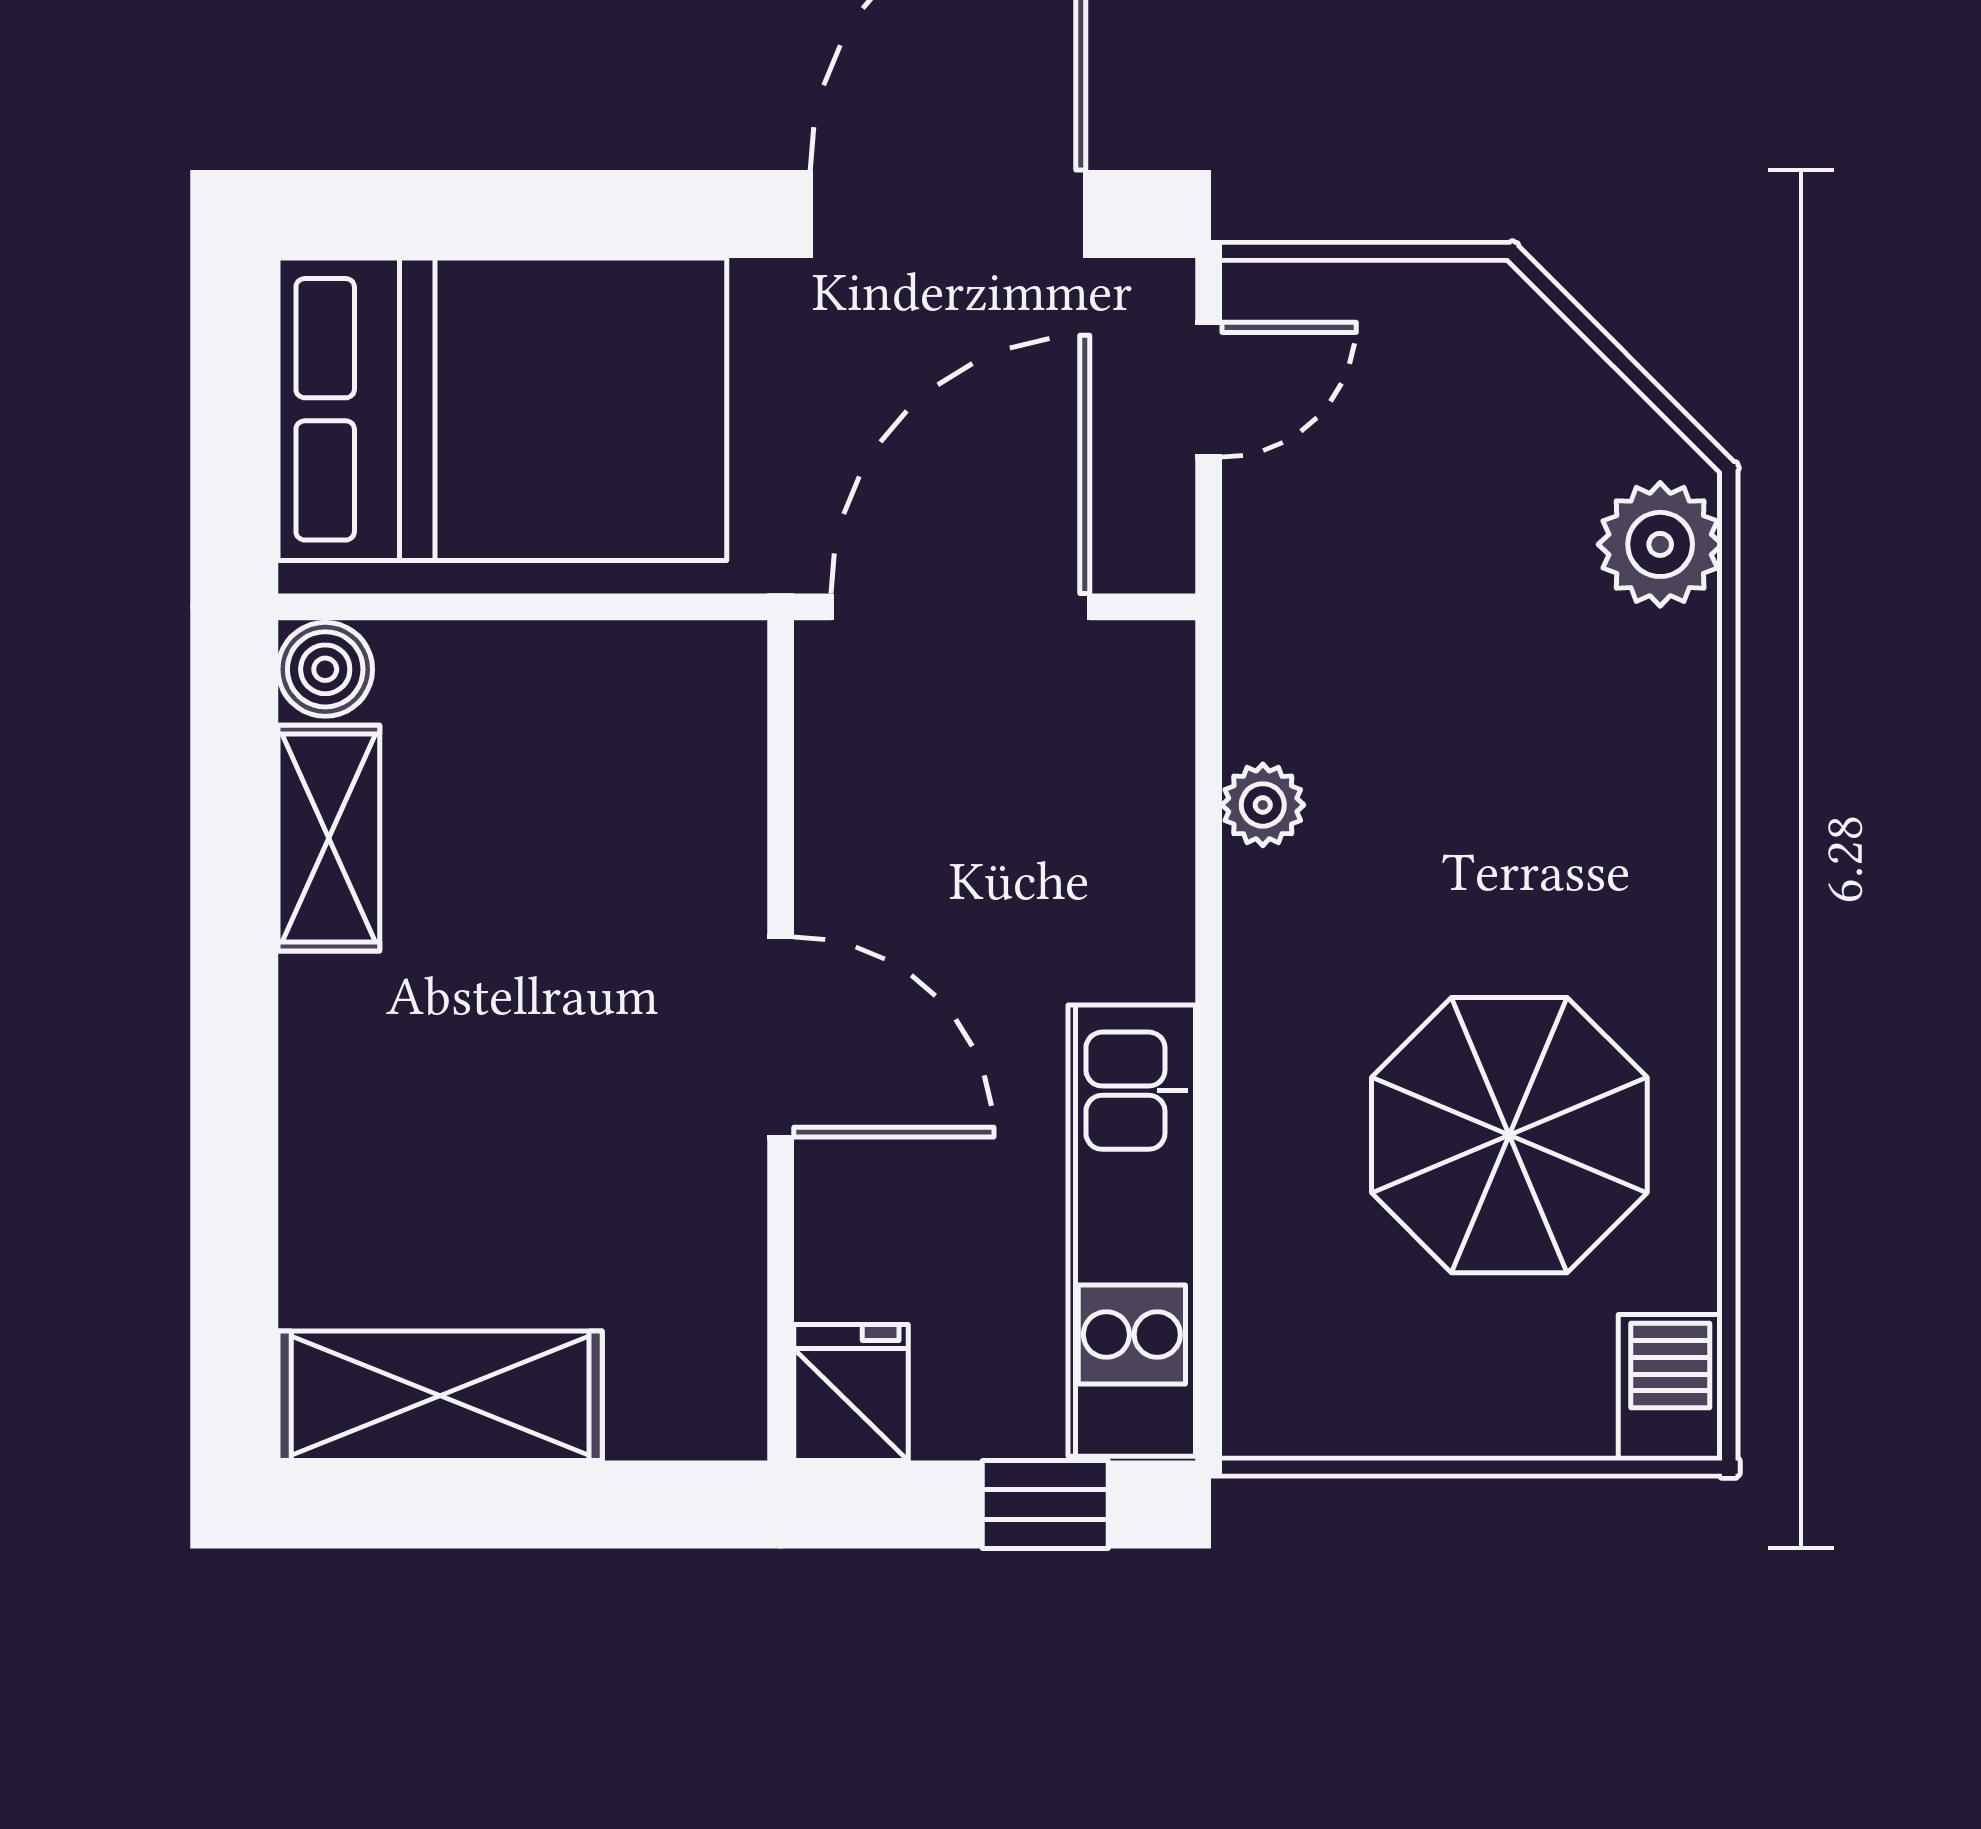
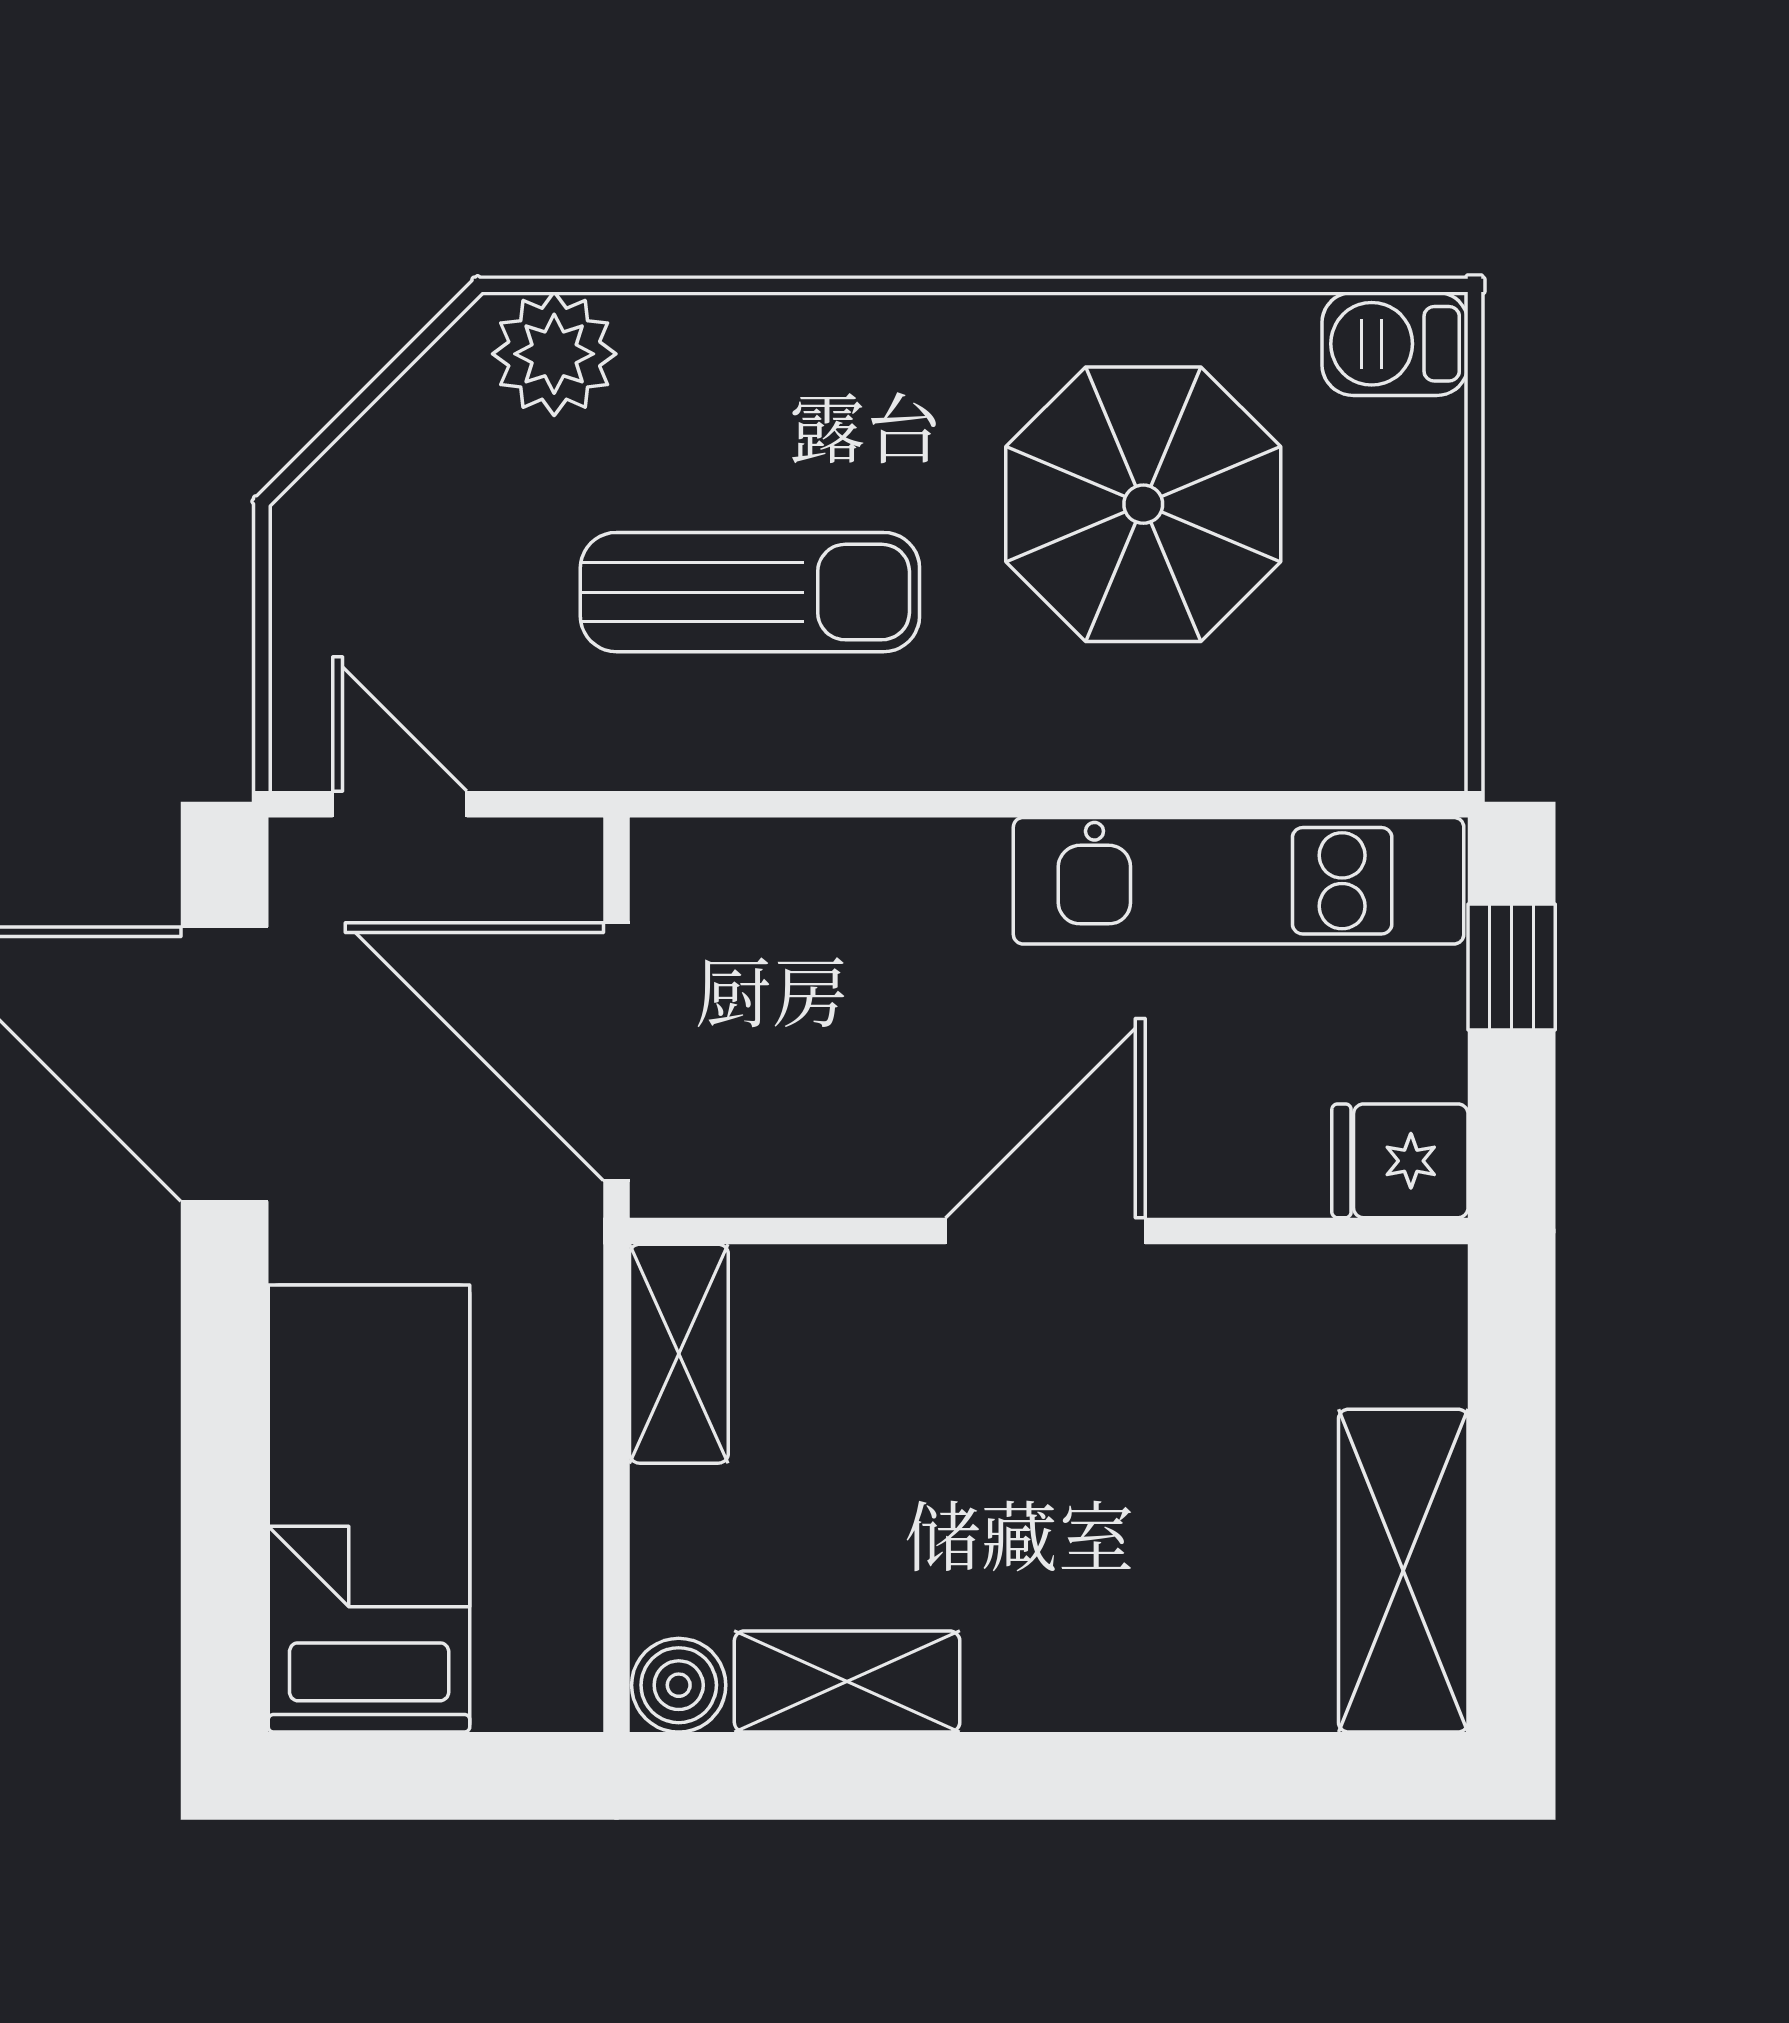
bed: (502, 409) -> (369, 1509), width x0.67
shelving: (658, 669) -> (679, 1354), added
sun lounger: (1421, 741) -> (750, 592), added
plant: (1263, 805) -> (814, 750), removed

